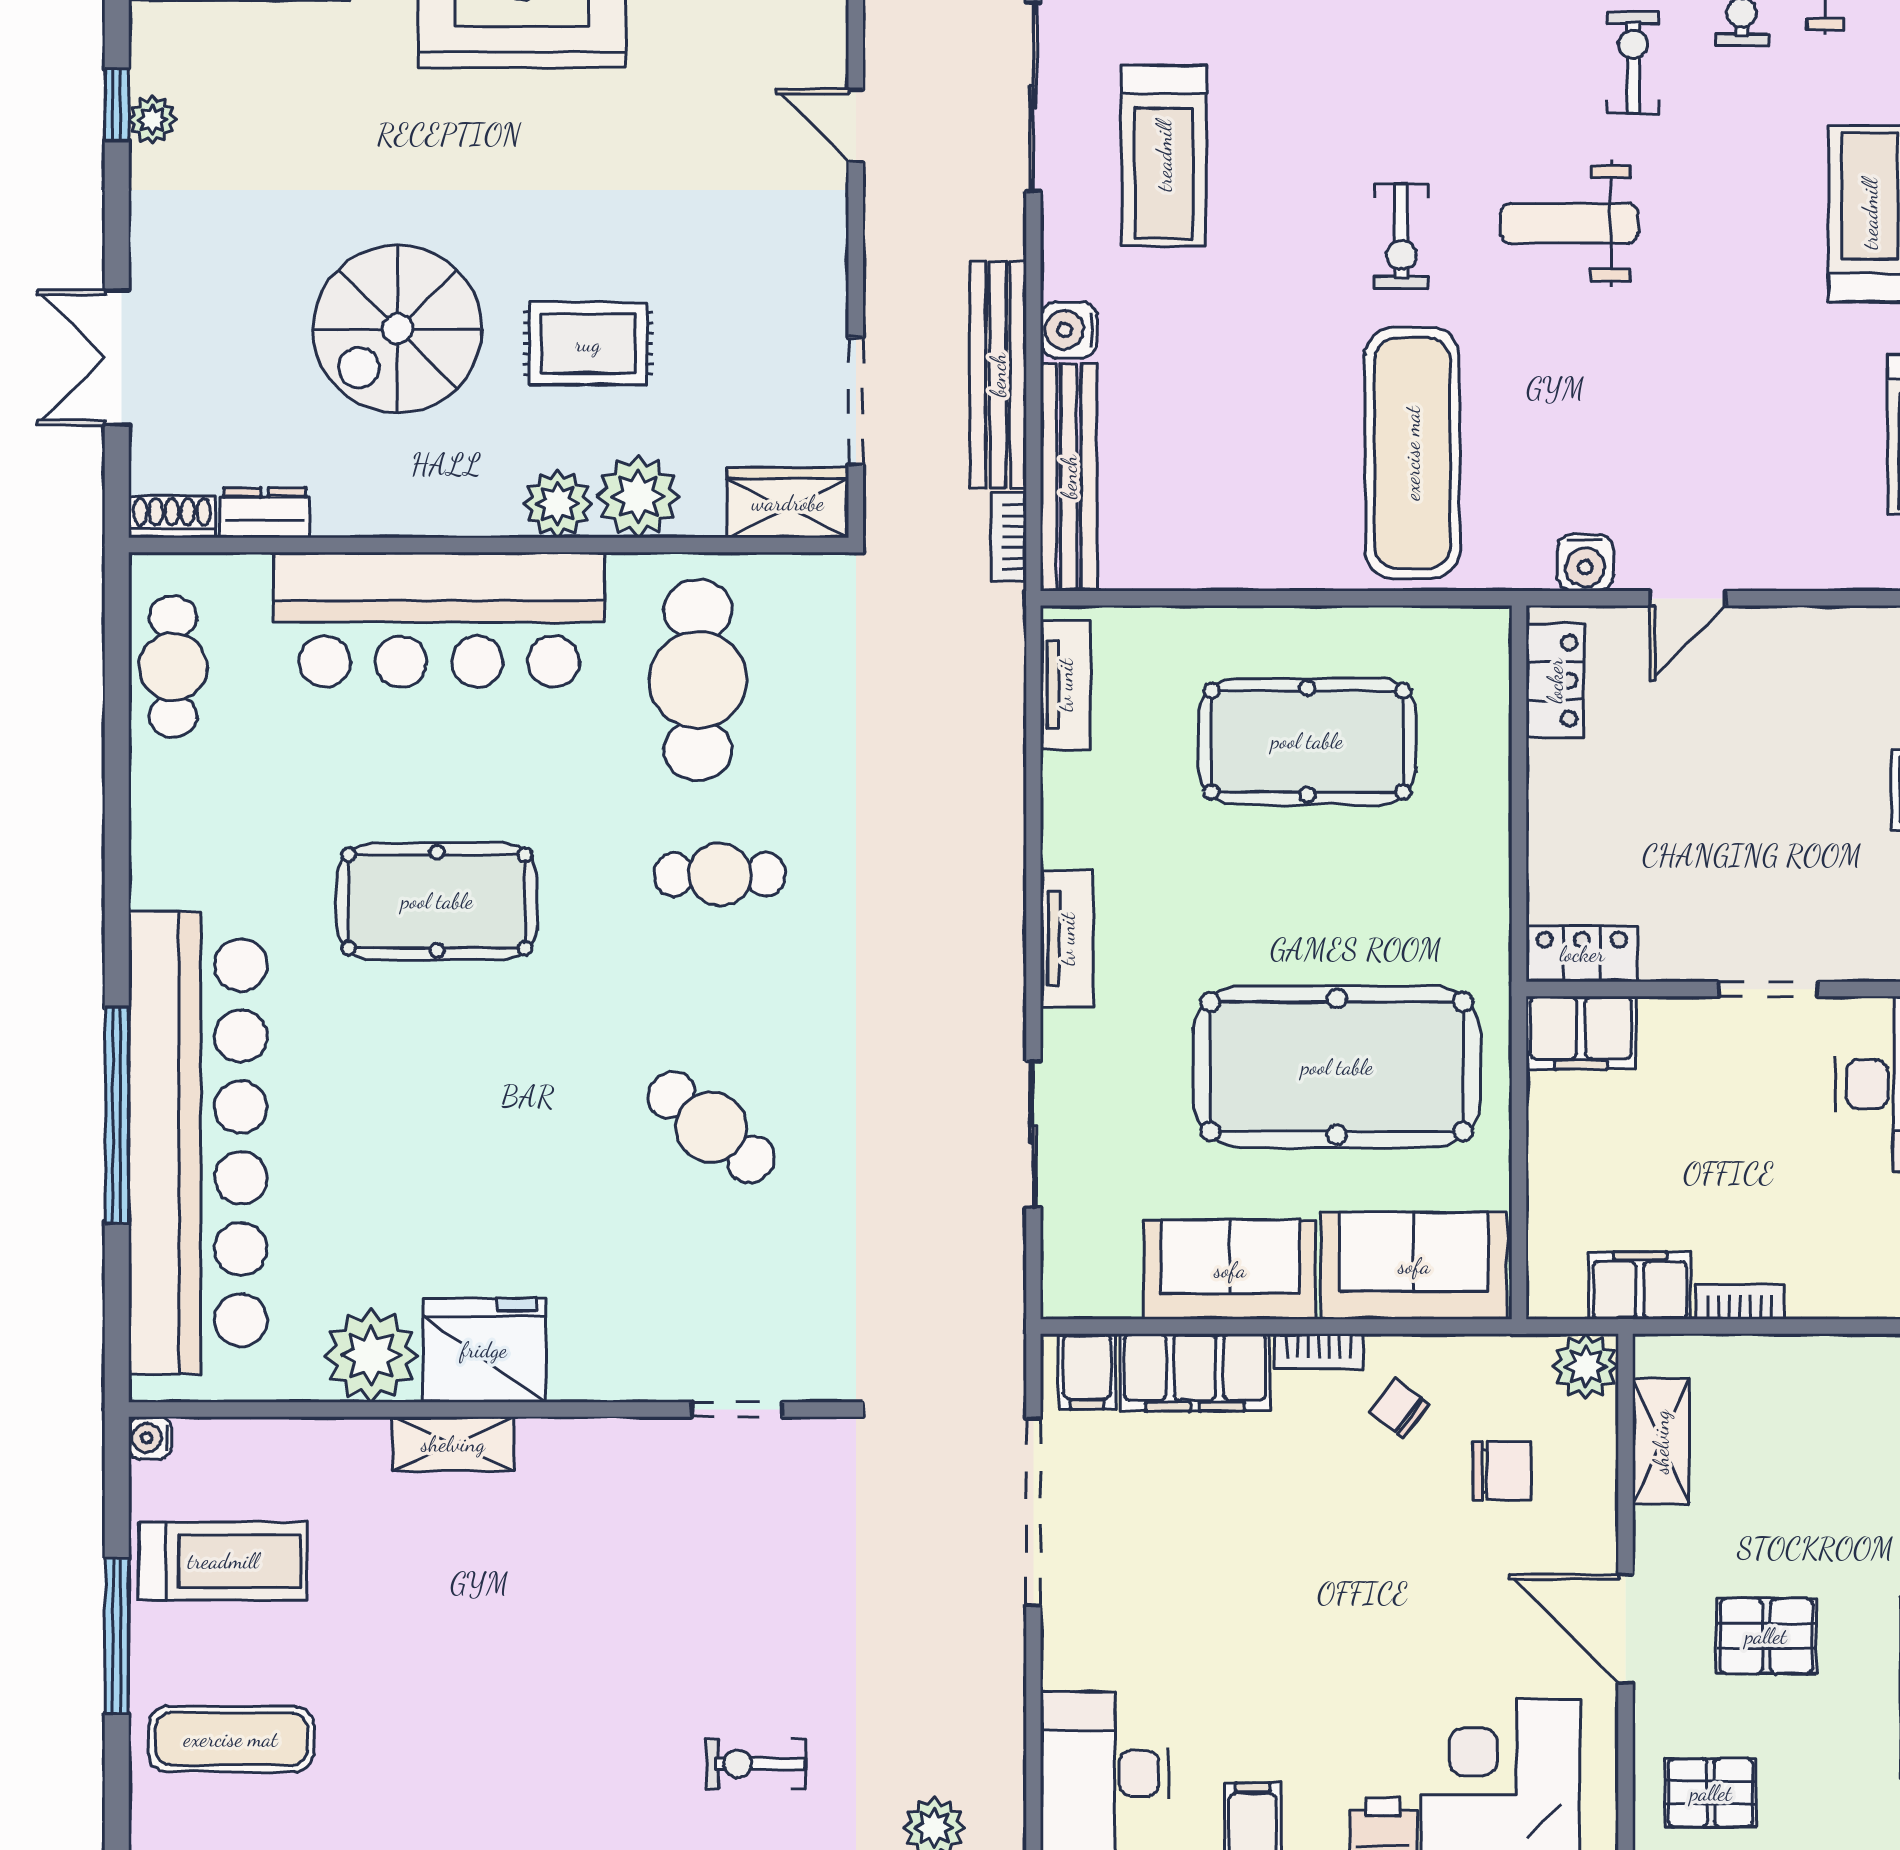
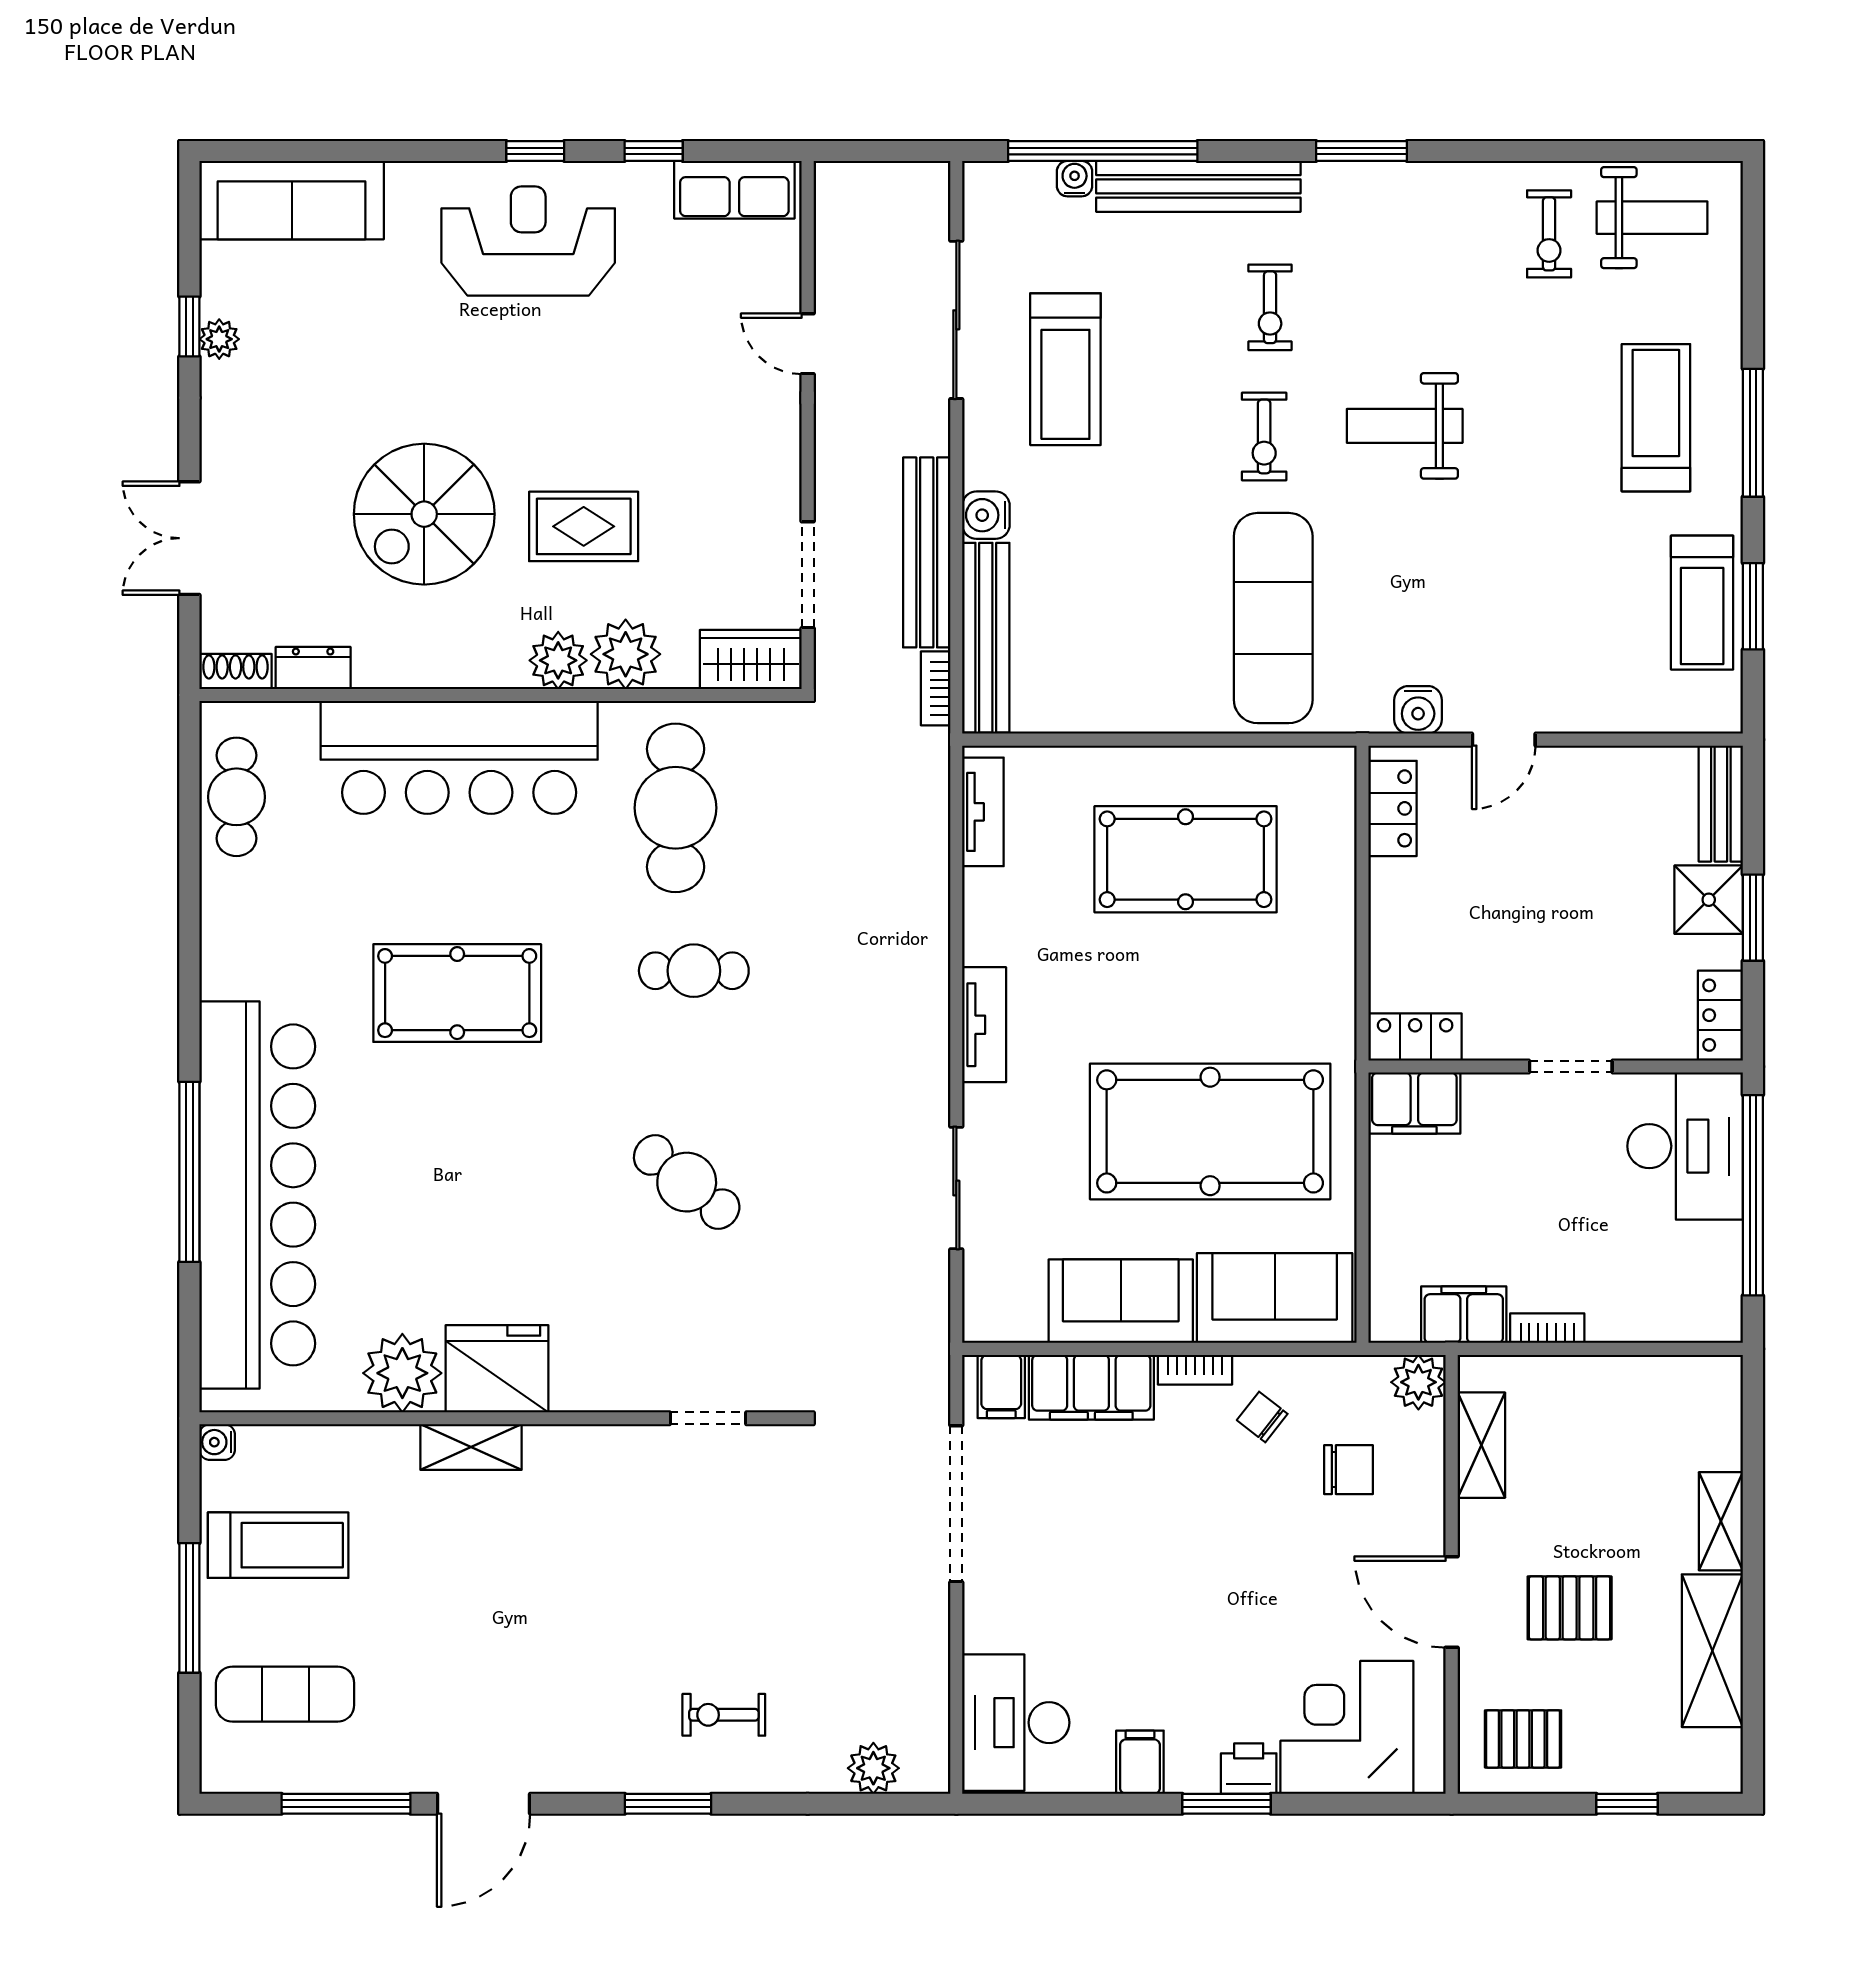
exercise bike: (1633, 63) -> (1270, 307), moved, turned 180

